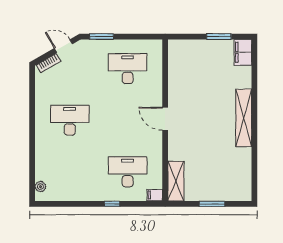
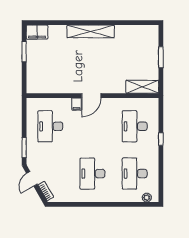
desk: (70, 172) -> (135, 174), added
filing cabinet: (155, 195) -> (77, 104), moved

